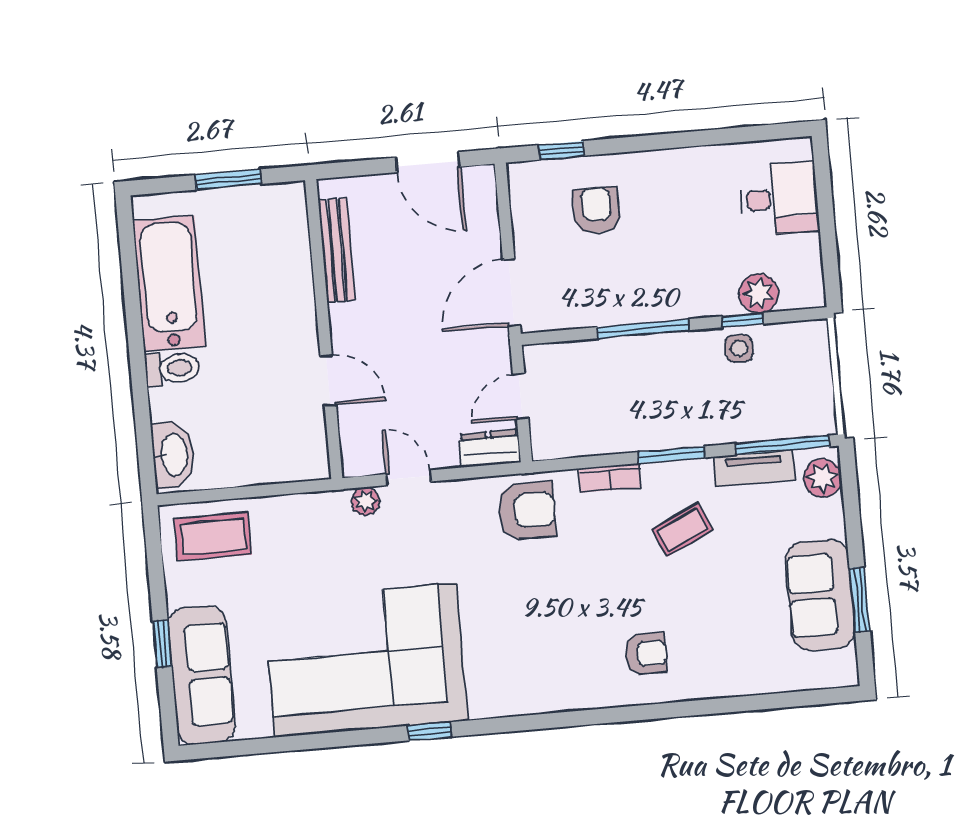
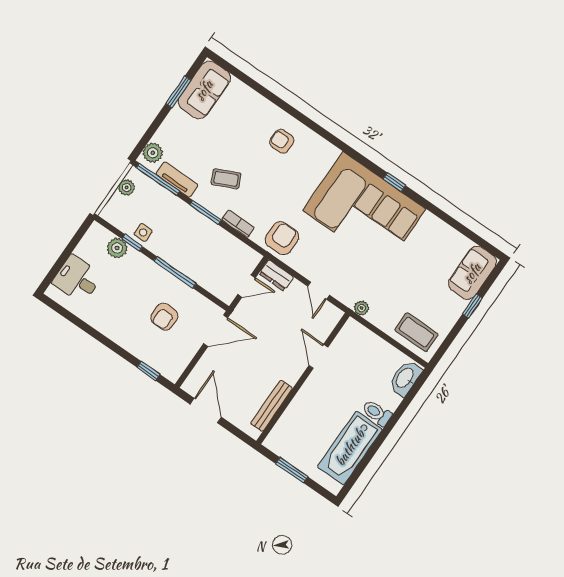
armchair: (597, 210) -> (164, 317), moved
plant: (819, 395) -> (126, 187), added
plant: (365, 501) -> (362, 308), moved
armchair: (527, 510) -> (282, 238), turned 90
sofa: (820, 595) -> (204, 90), moved
corner sofa: (366, 660) -> (364, 210), moved
sofa: (201, 675) -> (472, 273), width x0.73

